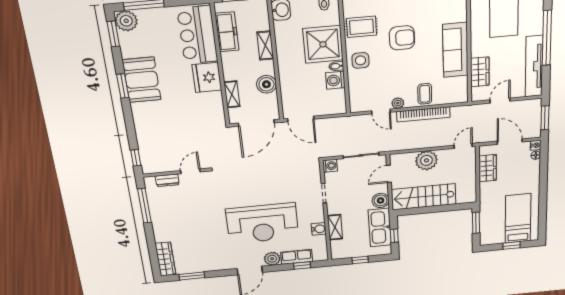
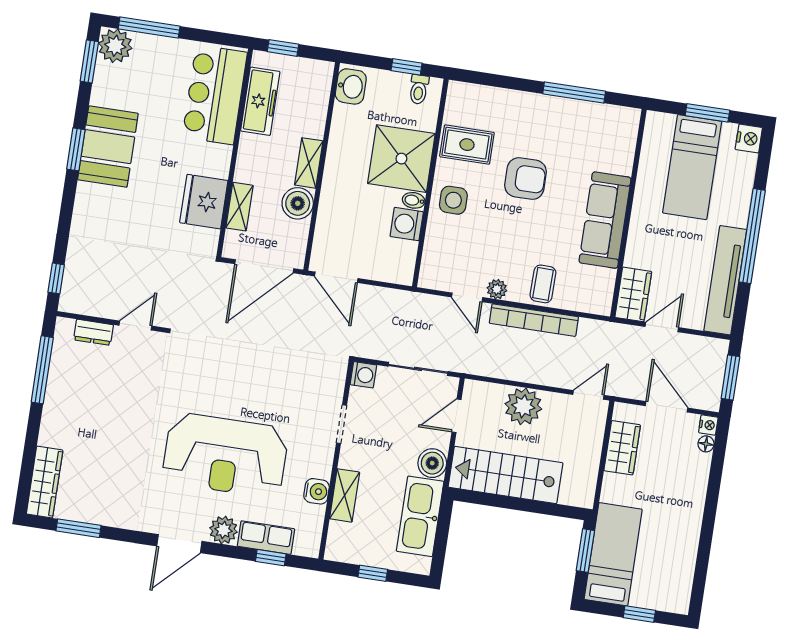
shelving: (265, 45) -> (309, 163), moved
wardrobe: (480, 72) -> (633, 294), moved
fridge: (207, 77) -> (204, 202), moved
bed: (518, 218) -> (613, 554), moved
window: (394, 236) -> (441, 539), removed

